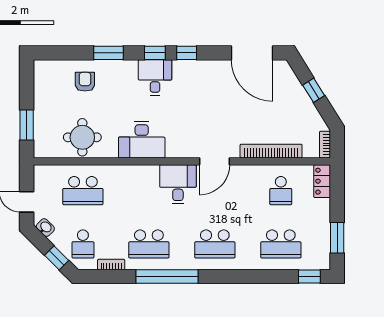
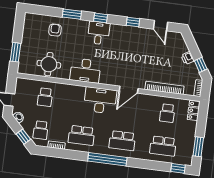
window: (187, 53) -> (133, 22), moved
door: (252, 53) -> (161, 26), width x0.53
window: (314, 90) -> (201, 65), moved
printer: (302, 99) -> (188, 58), added
desk: (178, 184) -> (100, 100), width x1.37
school desk: (83, 191) -> (45, 97), width x0.54
window: (167, 277) -> (107, 159), moved

